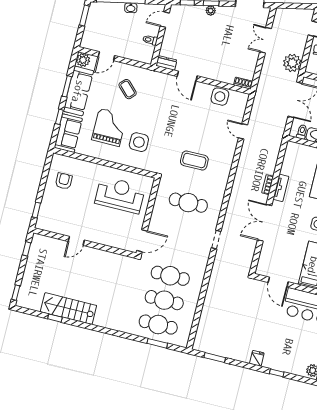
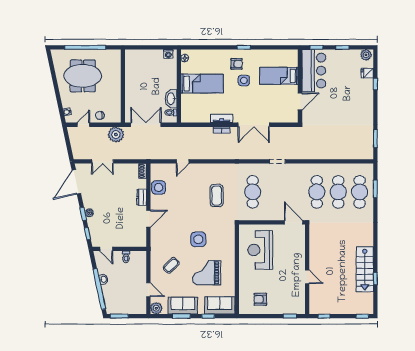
dresser: (166, 63) -> (142, 197), moved
sofa: (78, 91) -> (183, 306), width x0.73
side table: (139, 142) -> (198, 239), moved
fridge: (257, 358) -> (367, 73), moved

